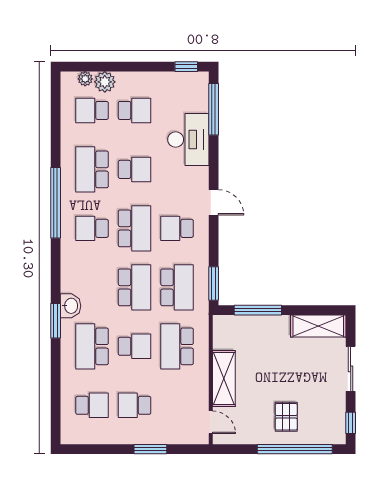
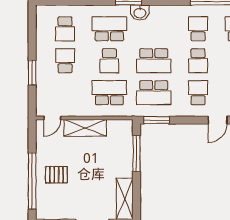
school desk: (135, 228) -> (198, 61), width x0.54

